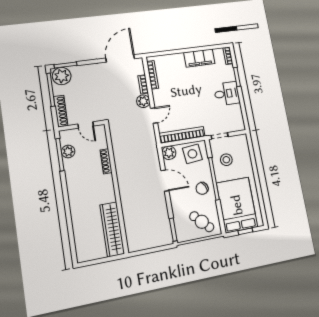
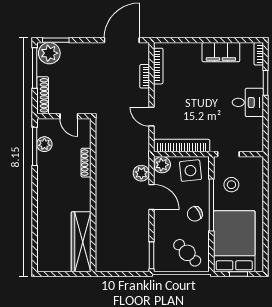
plant: (143, 101) -> (141, 173), moved
door: (154, 115) -> (152, 117), swing flipped

